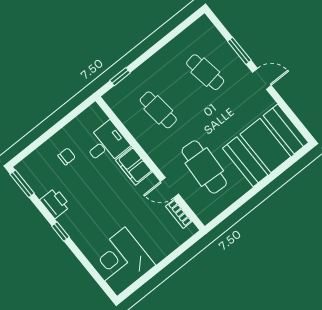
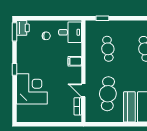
desk: (106, 144) -> (70, 32), moved
filing cabinet: (134, 166) -> (75, 61), width x0.50
printer: (55, 203) -> (23, 28), moved
corner desk: (121, 262) -> (32, 89), moved, turned 90

